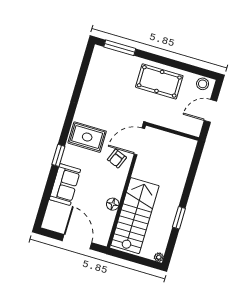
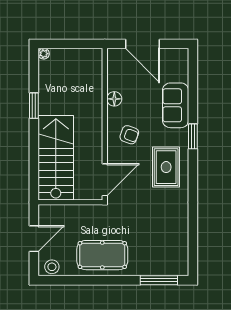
rug: (87, 137) -> (166, 167), turned 90
armchair: (117, 159) -> (129, 135), moved, turned 88
stairs: (135, 216) -> (56, 158), moved, turned 180

